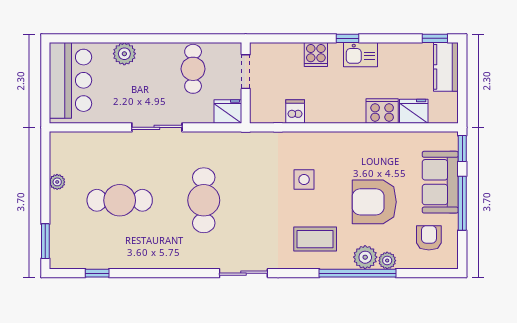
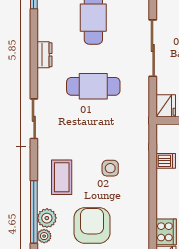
sliding door: (157, 127) -> (153, 48), width x1.37
dresser: (165, 260) -> (44, 55), added

